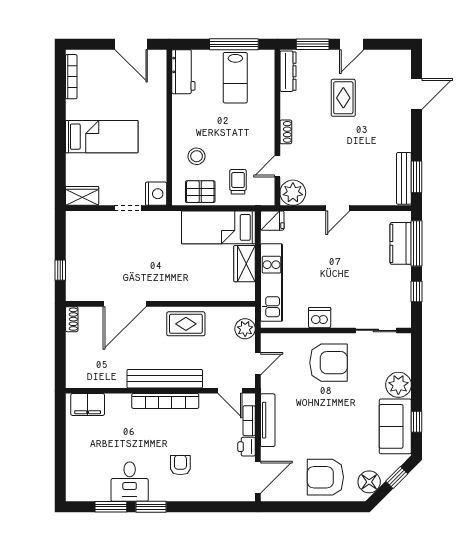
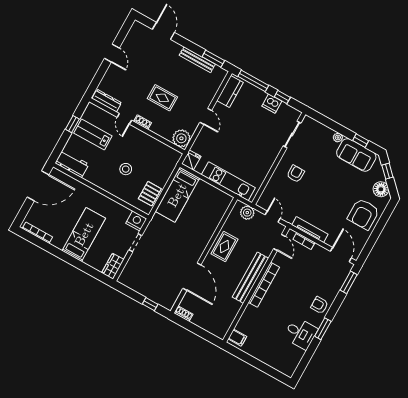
door: (131, 44) -> (38, 186), width x1.36
window: (234, 44) -> (72, 124), width x0.46
window: (313, 44) -> (99, 77), removed
lab bench: (235, 78) -> (93, 134), turned 180
rug: (343, 98) -> (162, 98), moved
stool: (197, 156) -> (126, 169), moved
door: (277, 166) -> (124, 119), moved
bench: (404, 178) -> (197, 60), moved
trolley: (238, 182) -> (156, 168), removed
kitchen counter: (401, 243) -> (230, 91), moved, turned -90
wardrobe: (245, 264) -> (208, 191), removed
dishwasher: (320, 318) -> (272, 104), moved, turned -90
armchair: (329, 363) -> (296, 174), width x0.53, depth x0.53
plant: (398, 385) -> (338, 138), width x0.53, depth x0.53
door: (230, 391) -> (279, 242), hinge flipped
filing cabinet: (88, 404) -> (237, 338), width x0.50
printer: (247, 447) -> (319, 251), removed
armchair: (180, 465) -> (319, 305), moved
window: (111, 507) -> (349, 282), moved

